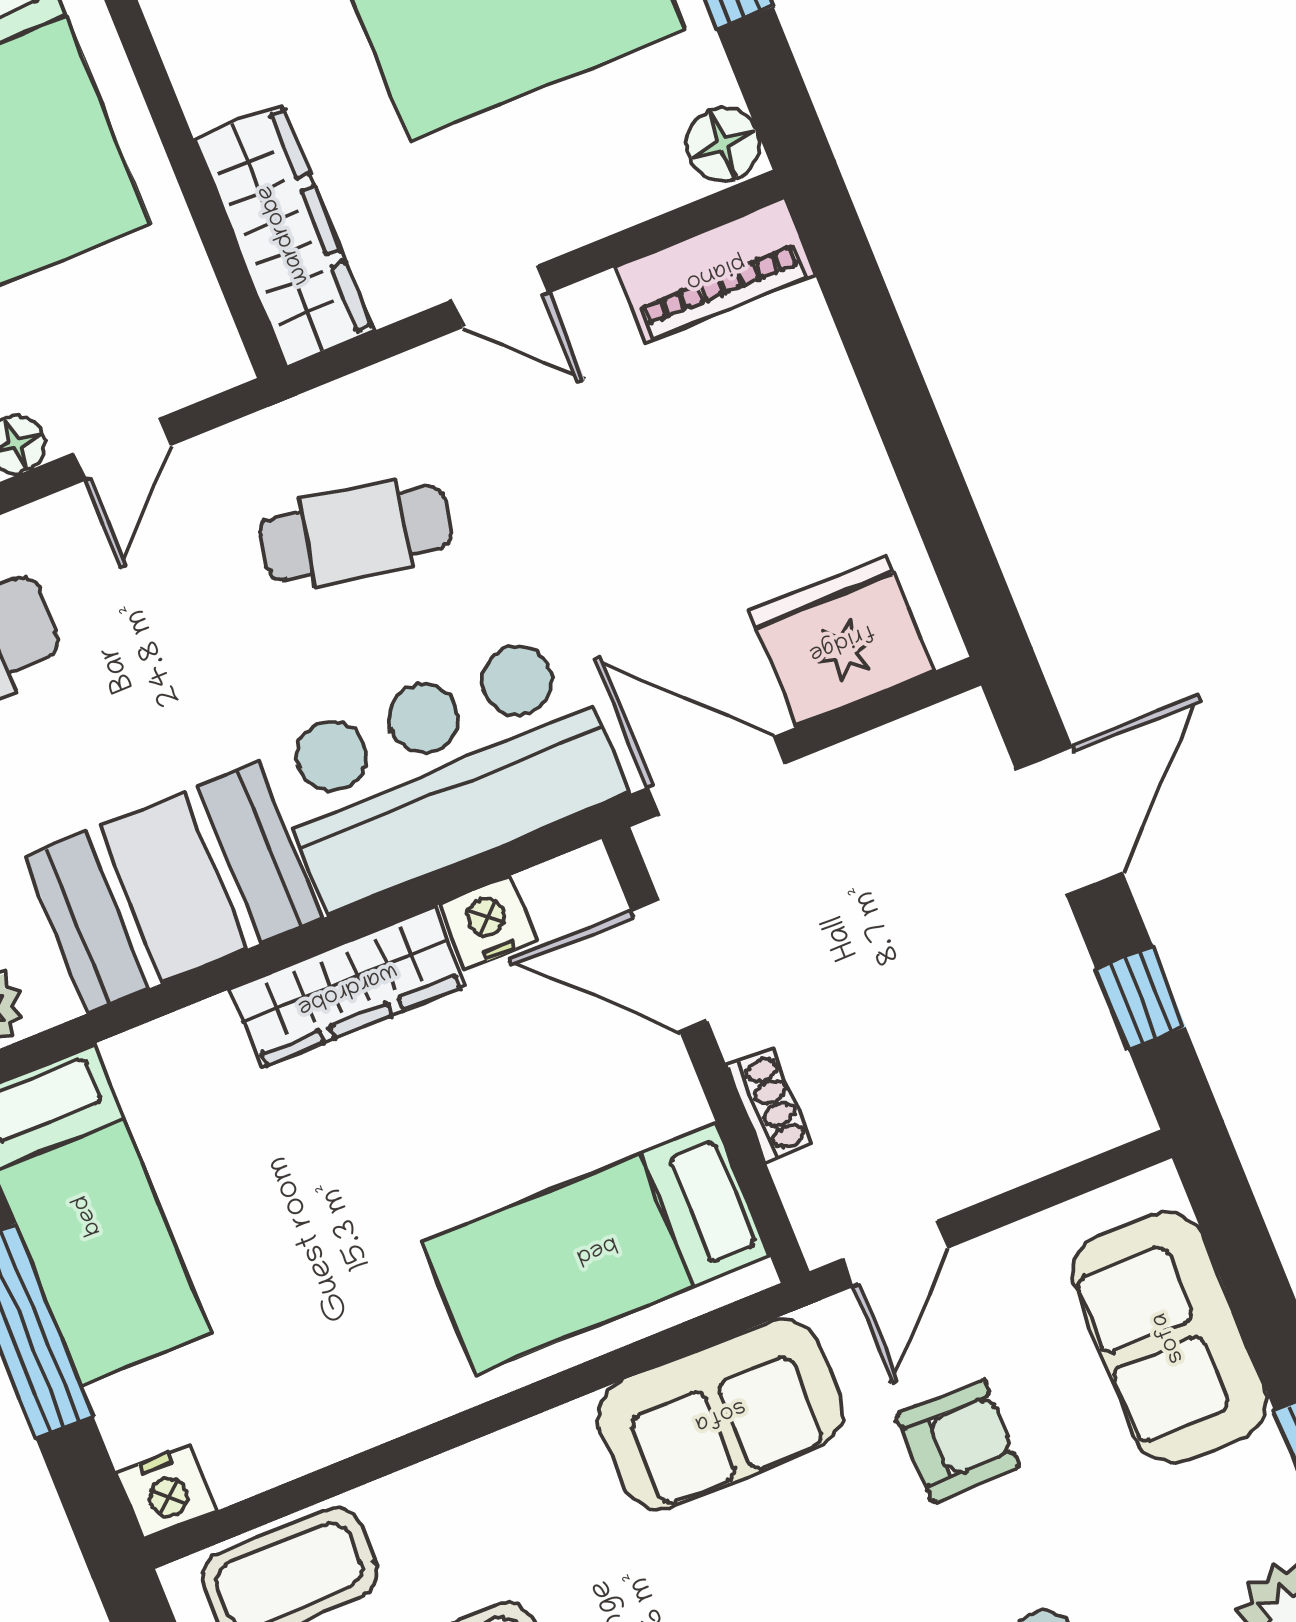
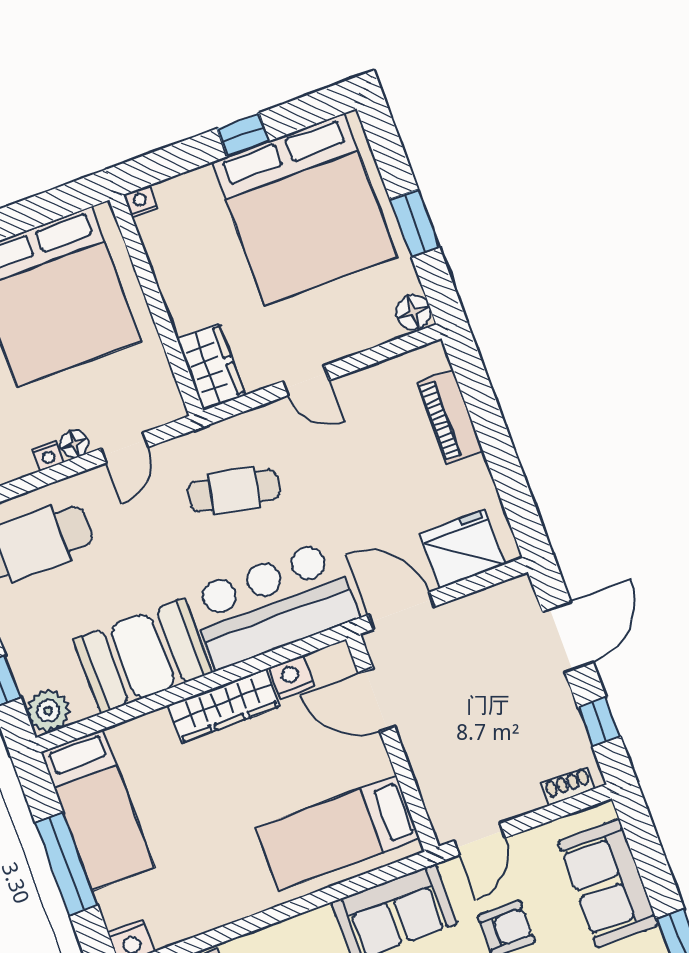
wardrobe: (284, 235) -> (211, 367), width x0.67
piano: (715, 271) -> (450, 417), moved, turned 90
shoe rack: (769, 1105) -> (568, 786), moved, turned -90

